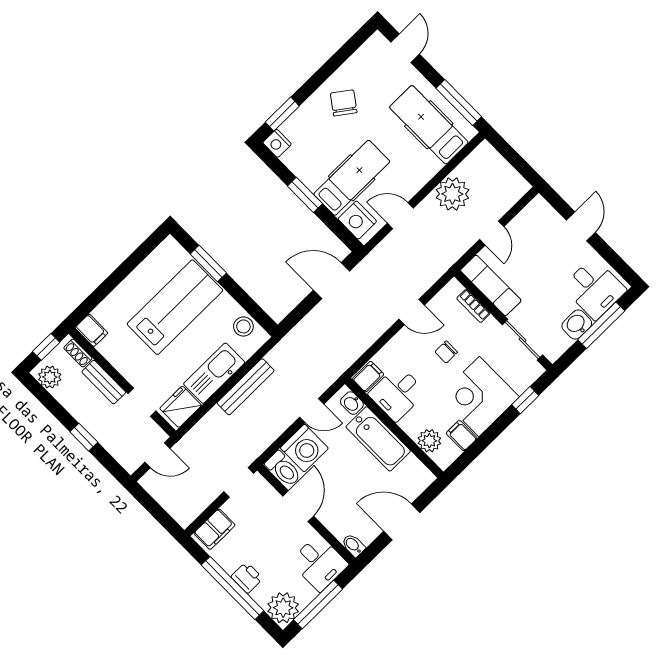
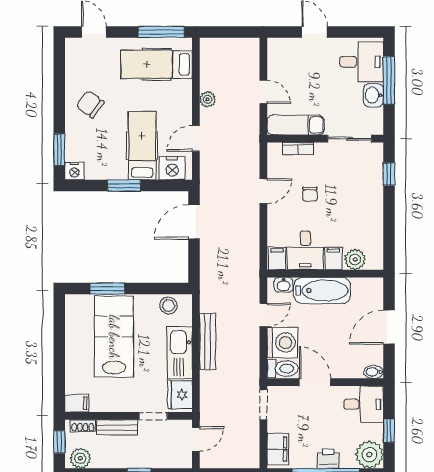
plant: (452, 194) -> (208, 99), width x0.53, depth x0.53
corner desk: (479, 397) -> (358, 201), removed
filing cabinet: (462, 436) -> (333, 258), moved, turned 90
window: (318, 604) -> (389, 431), width x0.46

